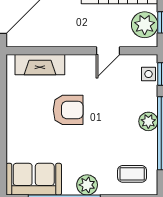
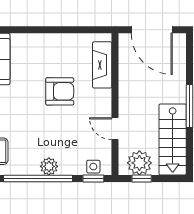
armchair: (68, 110) -> (60, 91), turned -90

